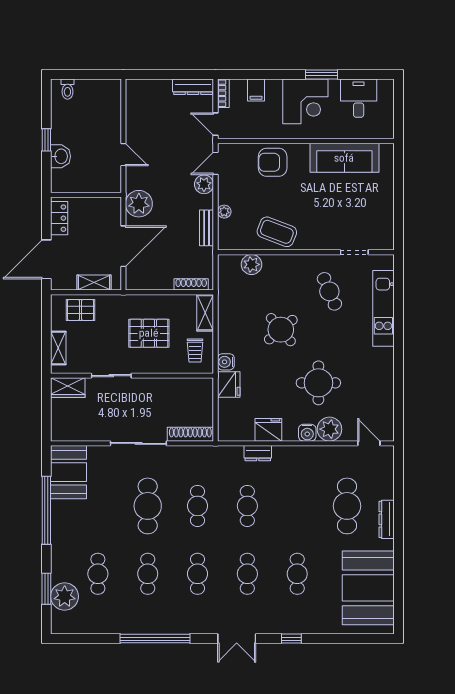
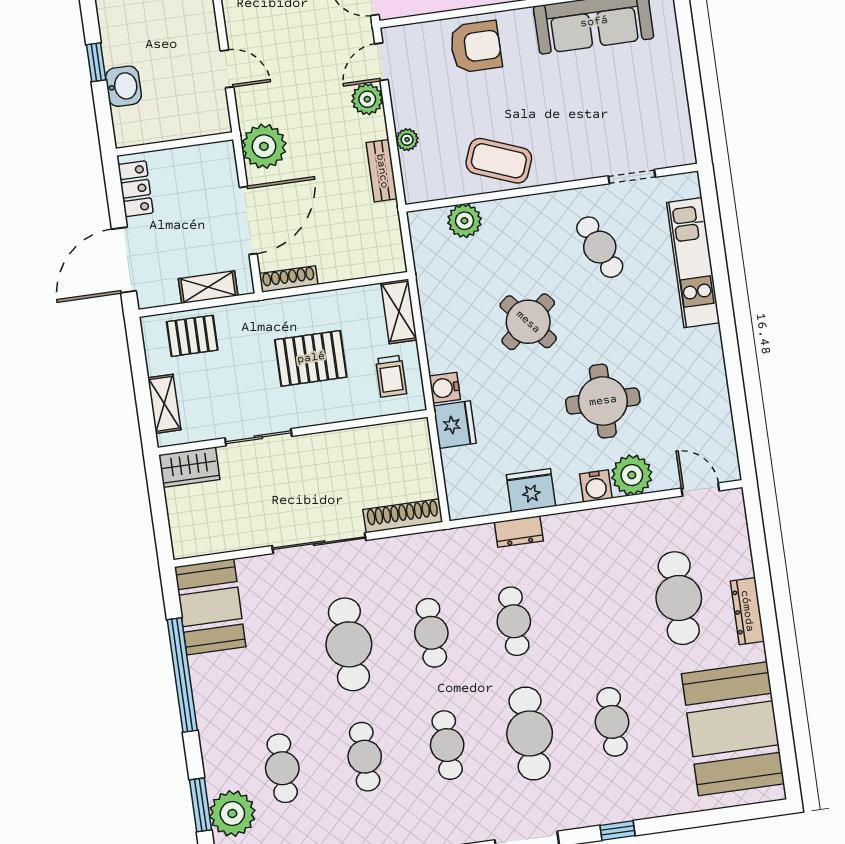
armchair: (273, 162) -> (476, 47), turned 180
shoe rack: (191, 284) -> (289, 279), moved
cafe table: (247, 574) -> (530, 733), width x1.37, depth x1.35

